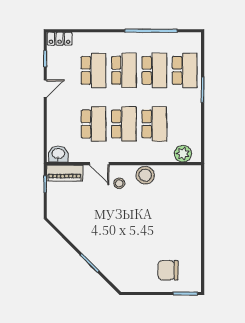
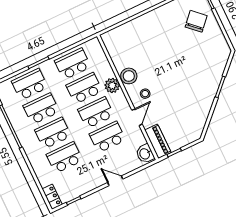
door: (45, 89) -> (115, 181), moved
school desk: (185, 124) -> (73, 64), added
plant: (183, 154) -> (112, 85), moved
chair: (168, 270) -> (196, 21), turned -137

